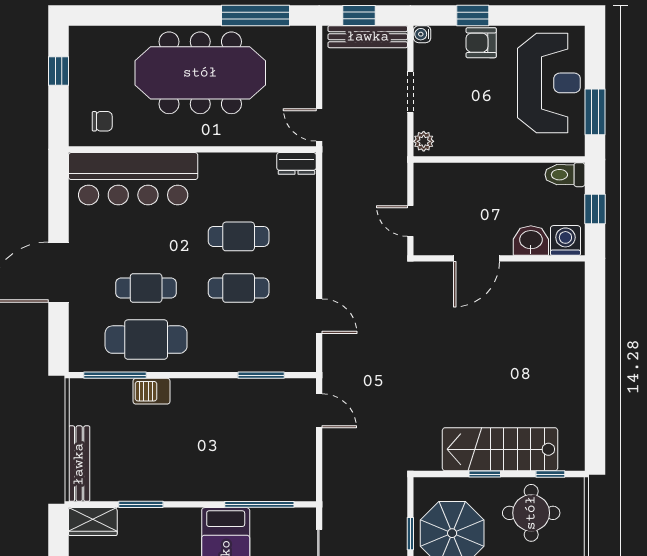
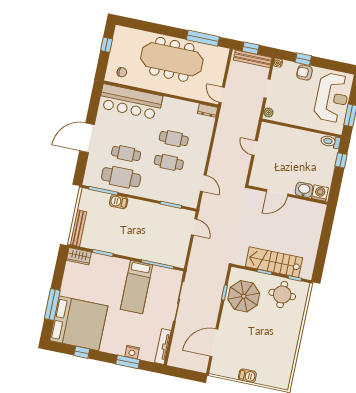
washing machine: (565, 240) -> (320, 193), moved
washbasin: (531, 241) -> (304, 190), moved
door: (477, 258) -> (277, 193), moved
wall: (499, 258) -> (288, 195), moved

